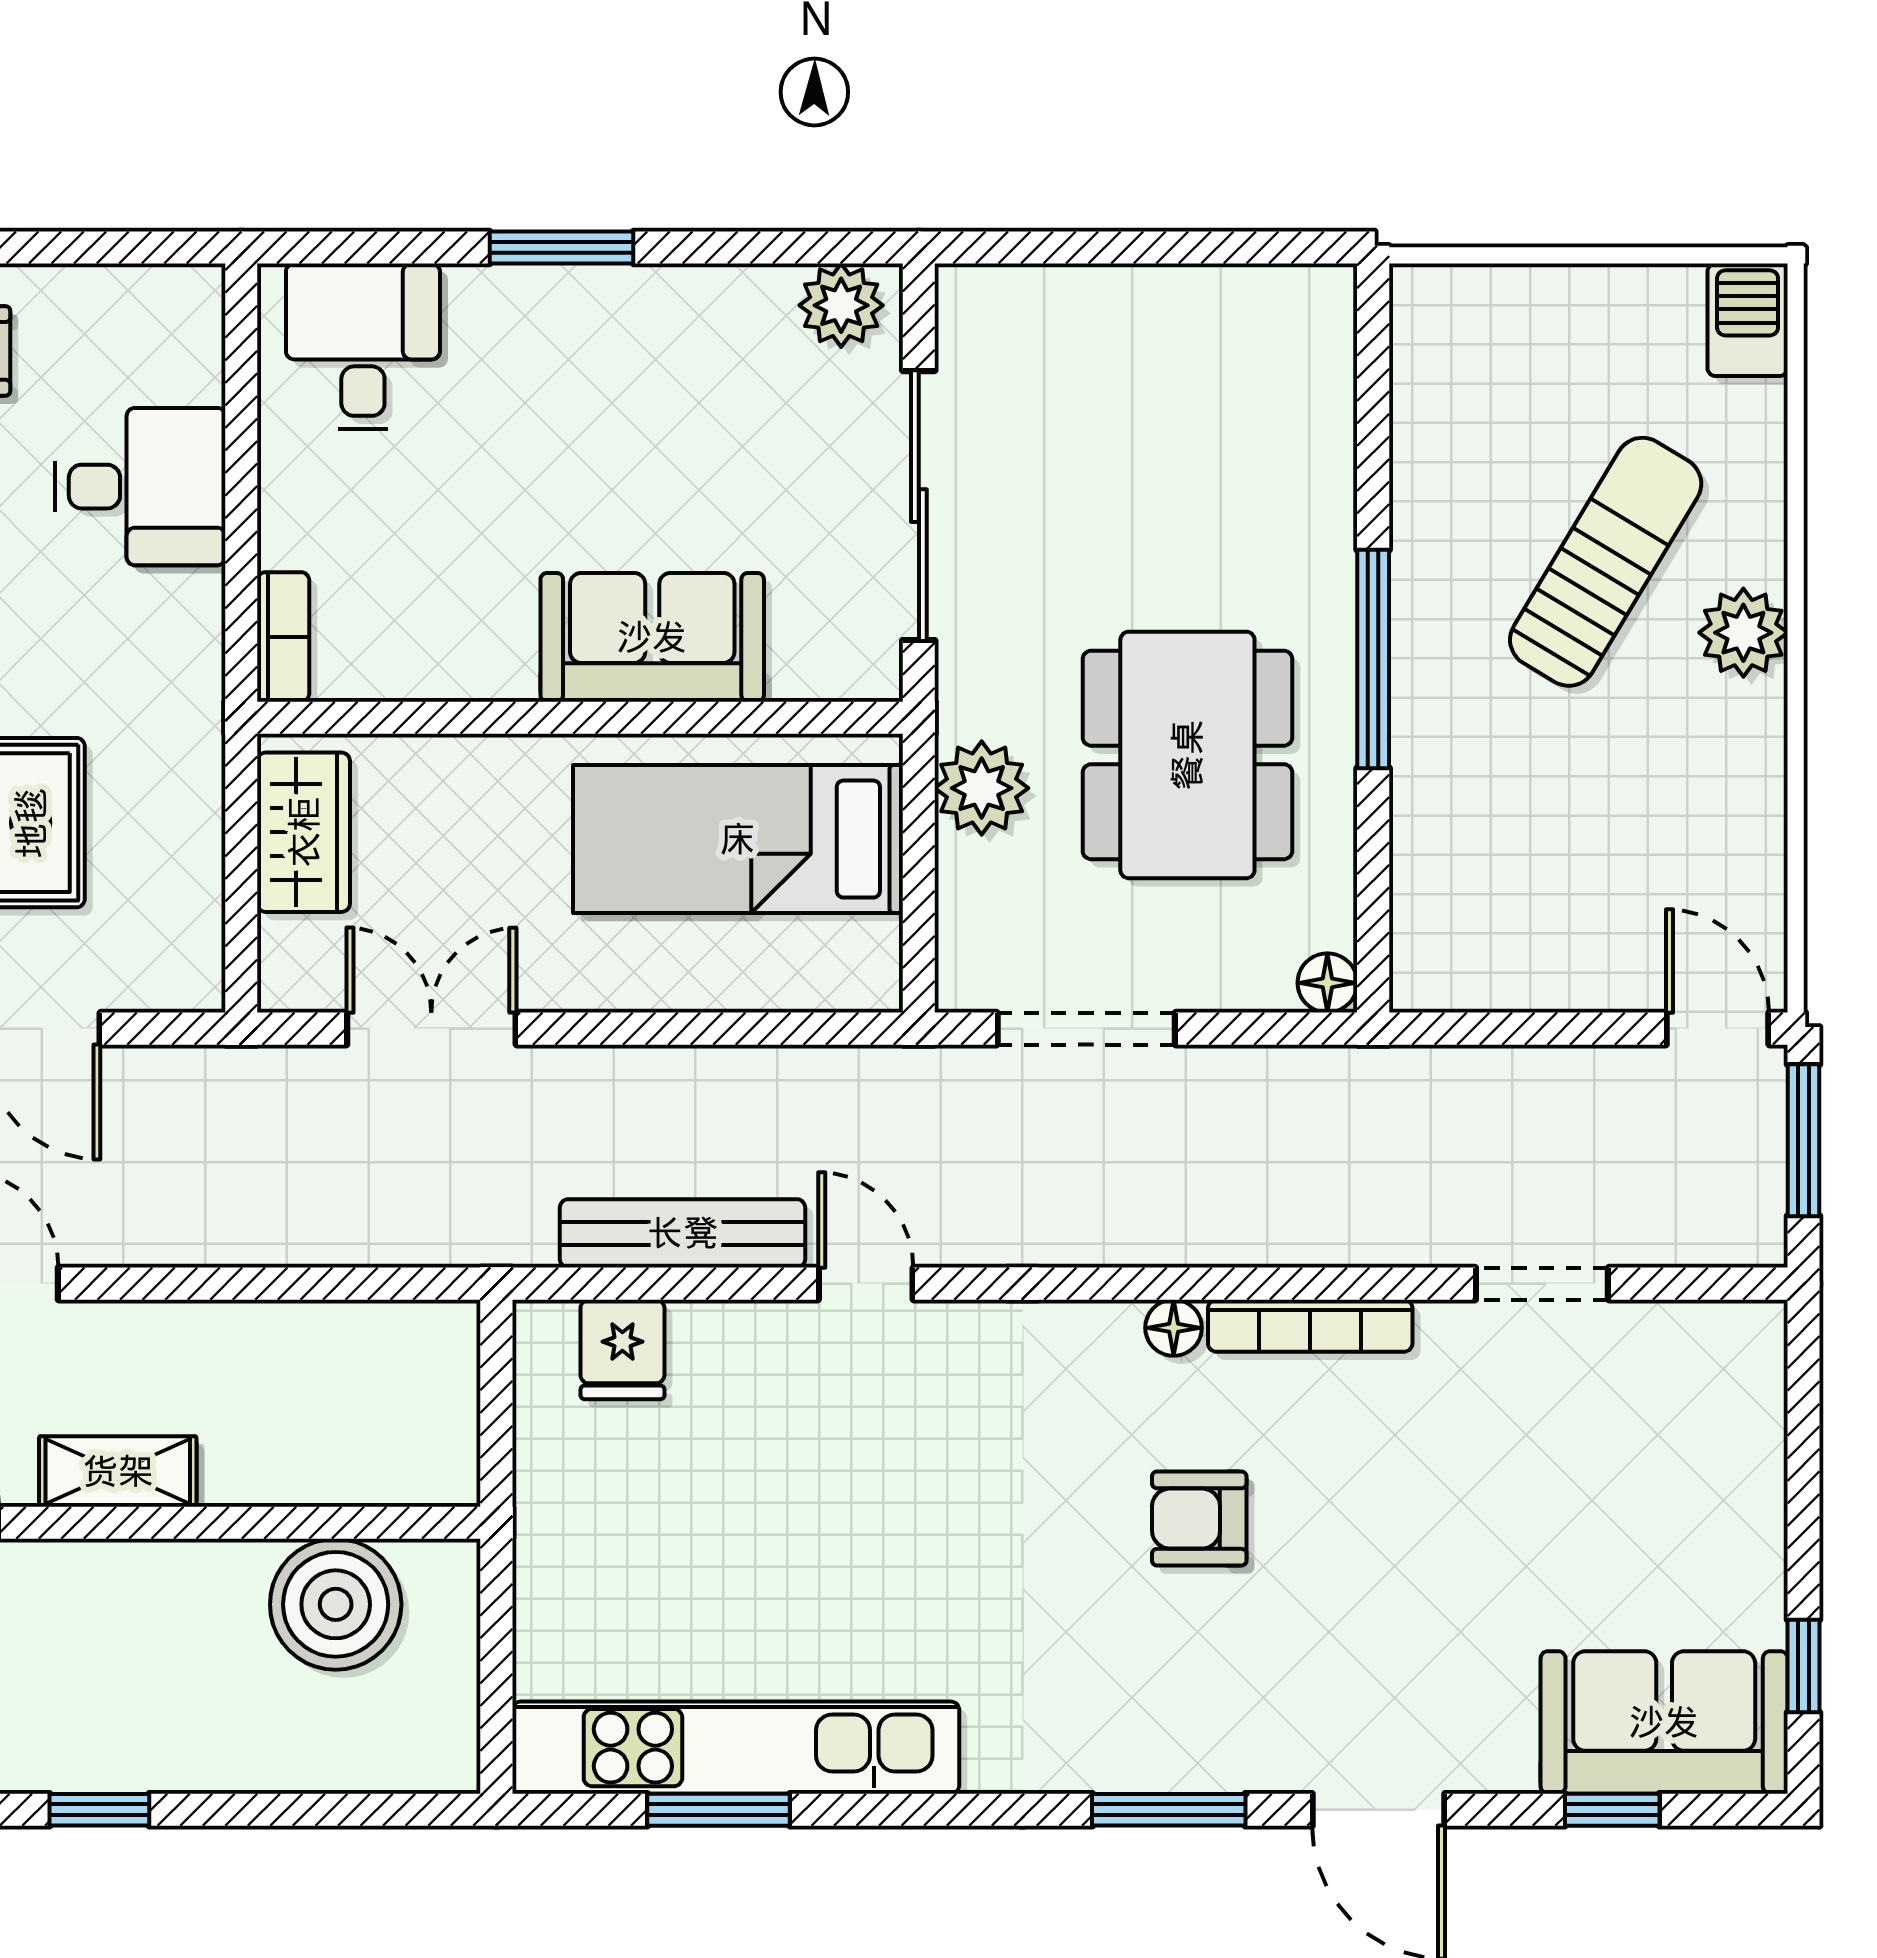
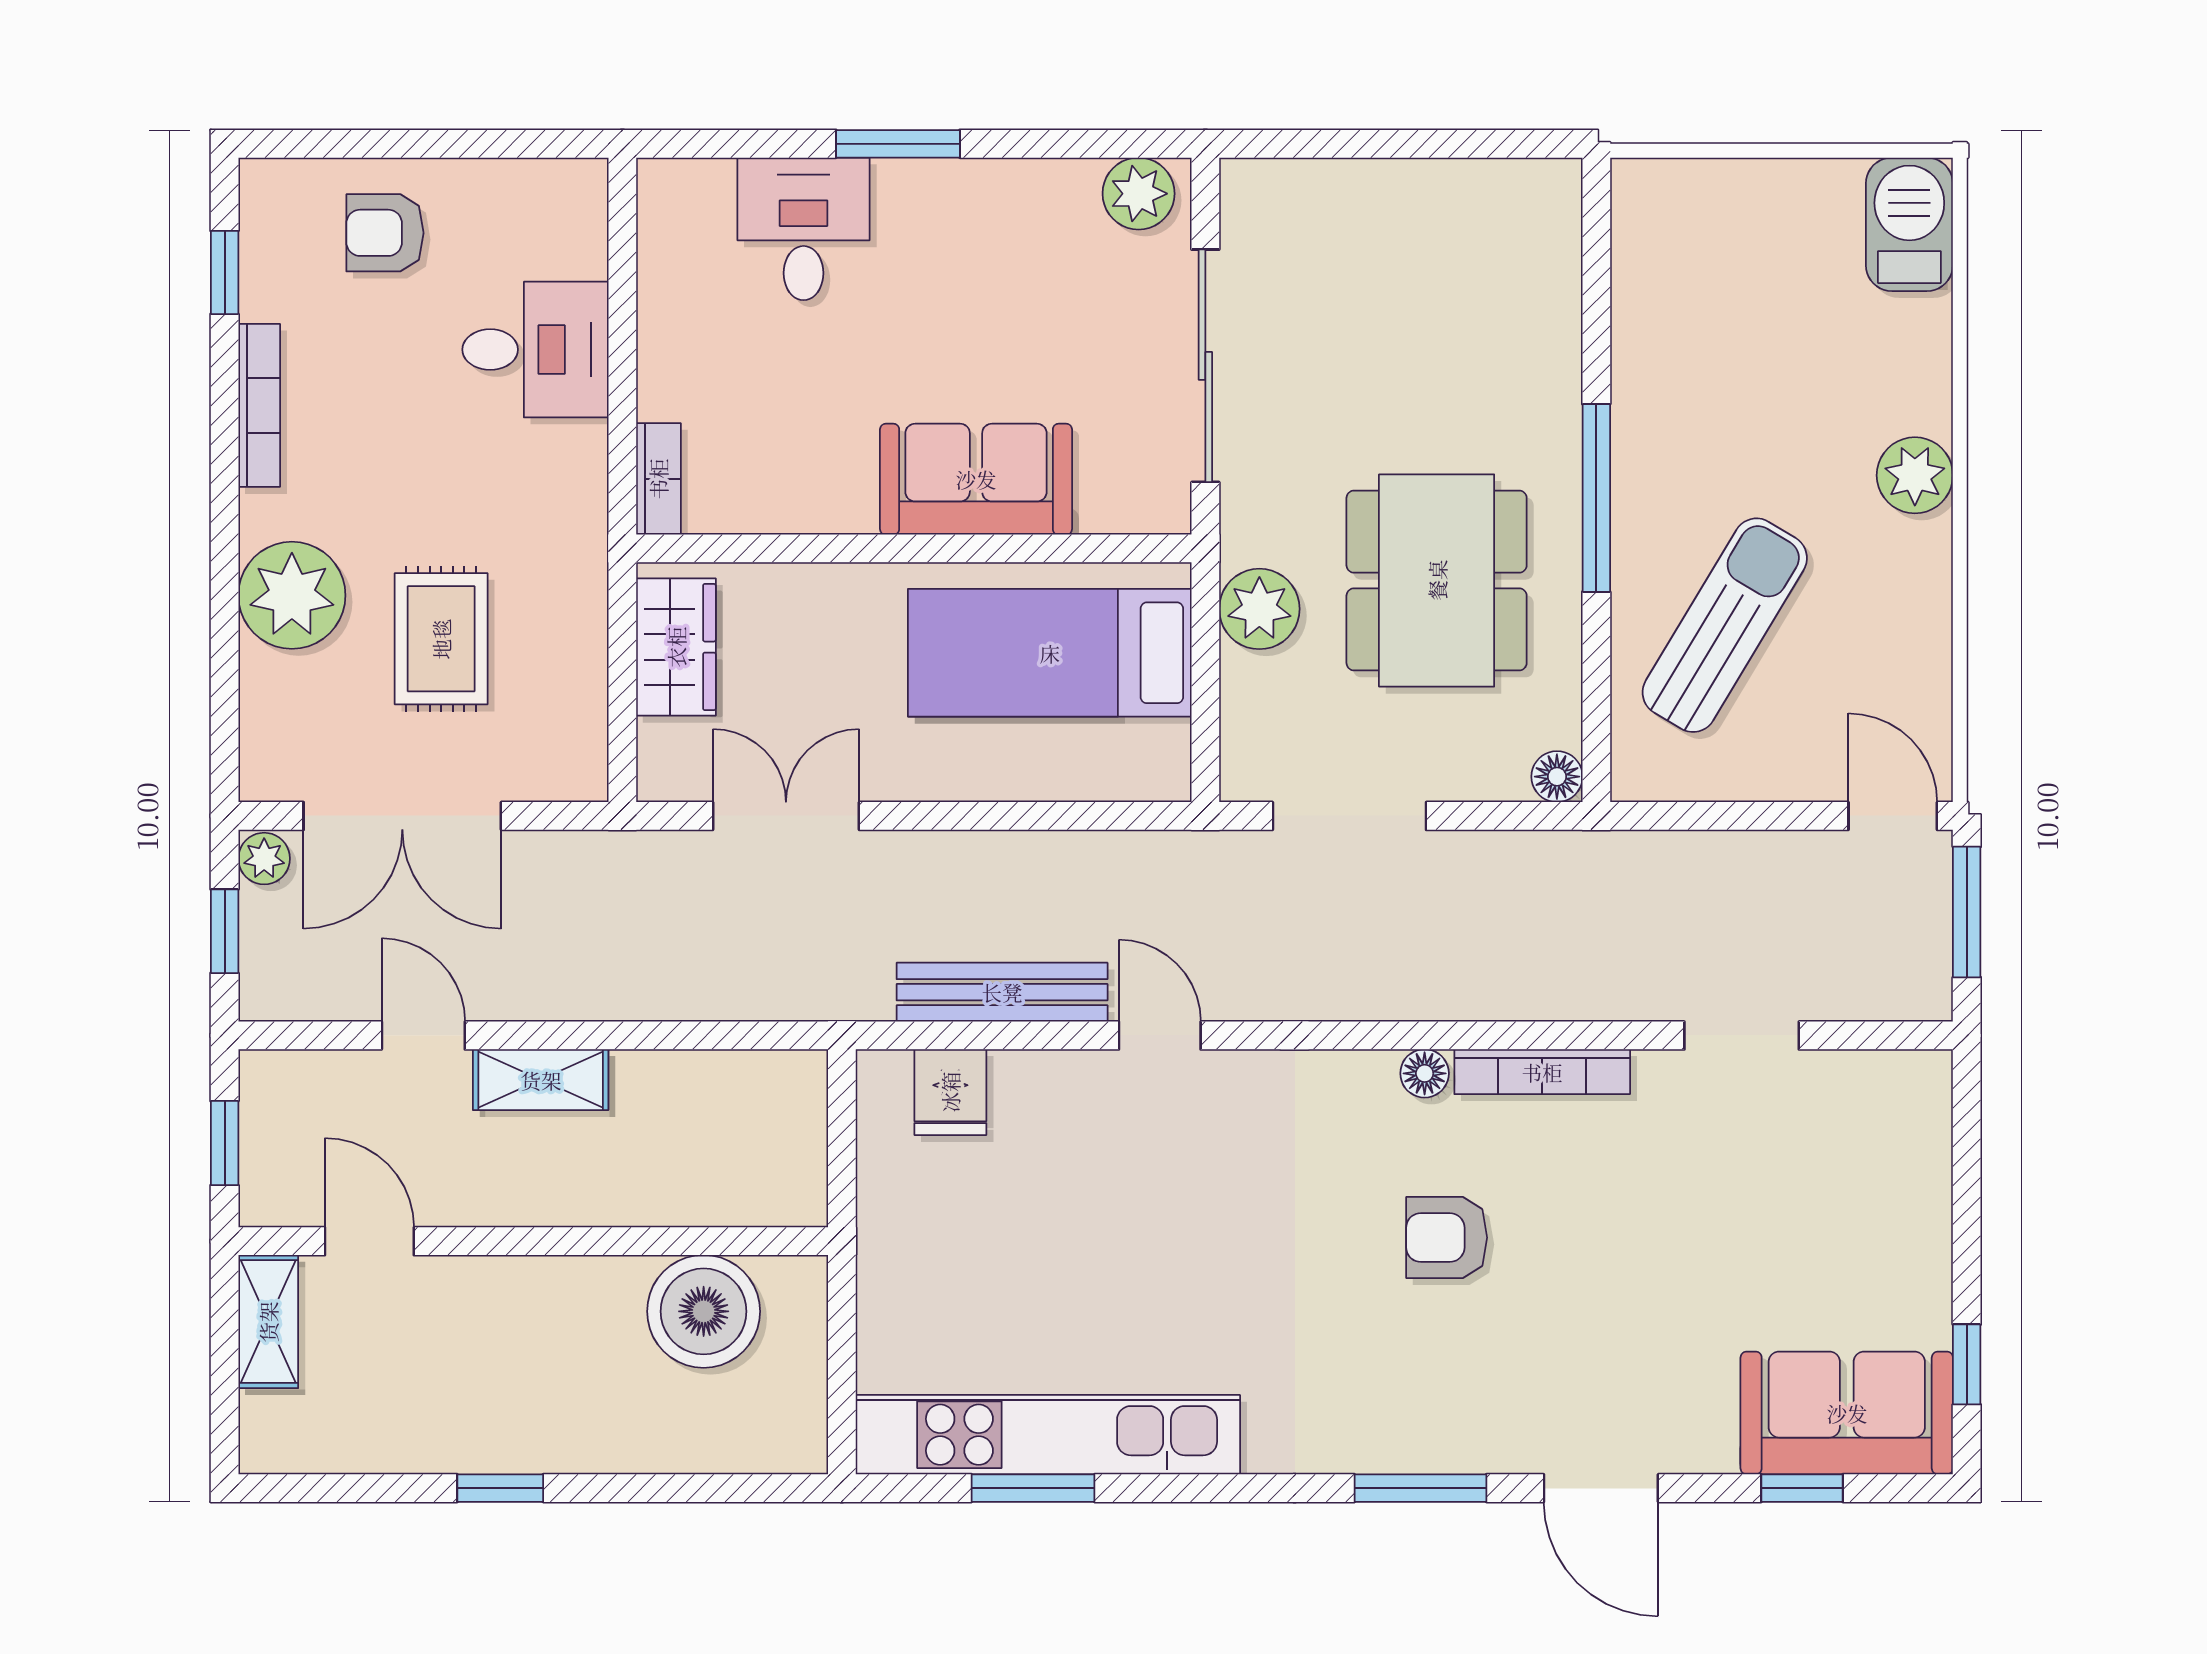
barbecue: (1748, 320) -> (1909, 224), width x1.38, depth x1.27
desk: (363, 346) -> (804, 229), moved
sun lounger: (1606, 562) -> (1725, 625), moved
shelving: (118, 1471) -> (541, 1080), moved

